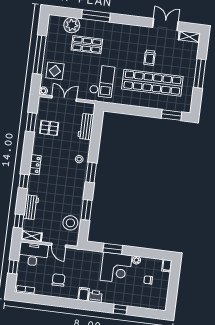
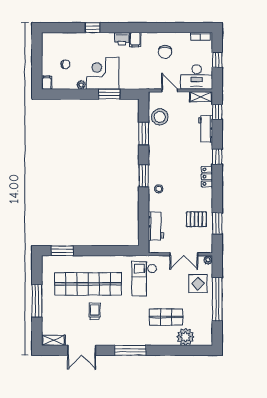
window: (96, 16) -> (130, 350), moved

